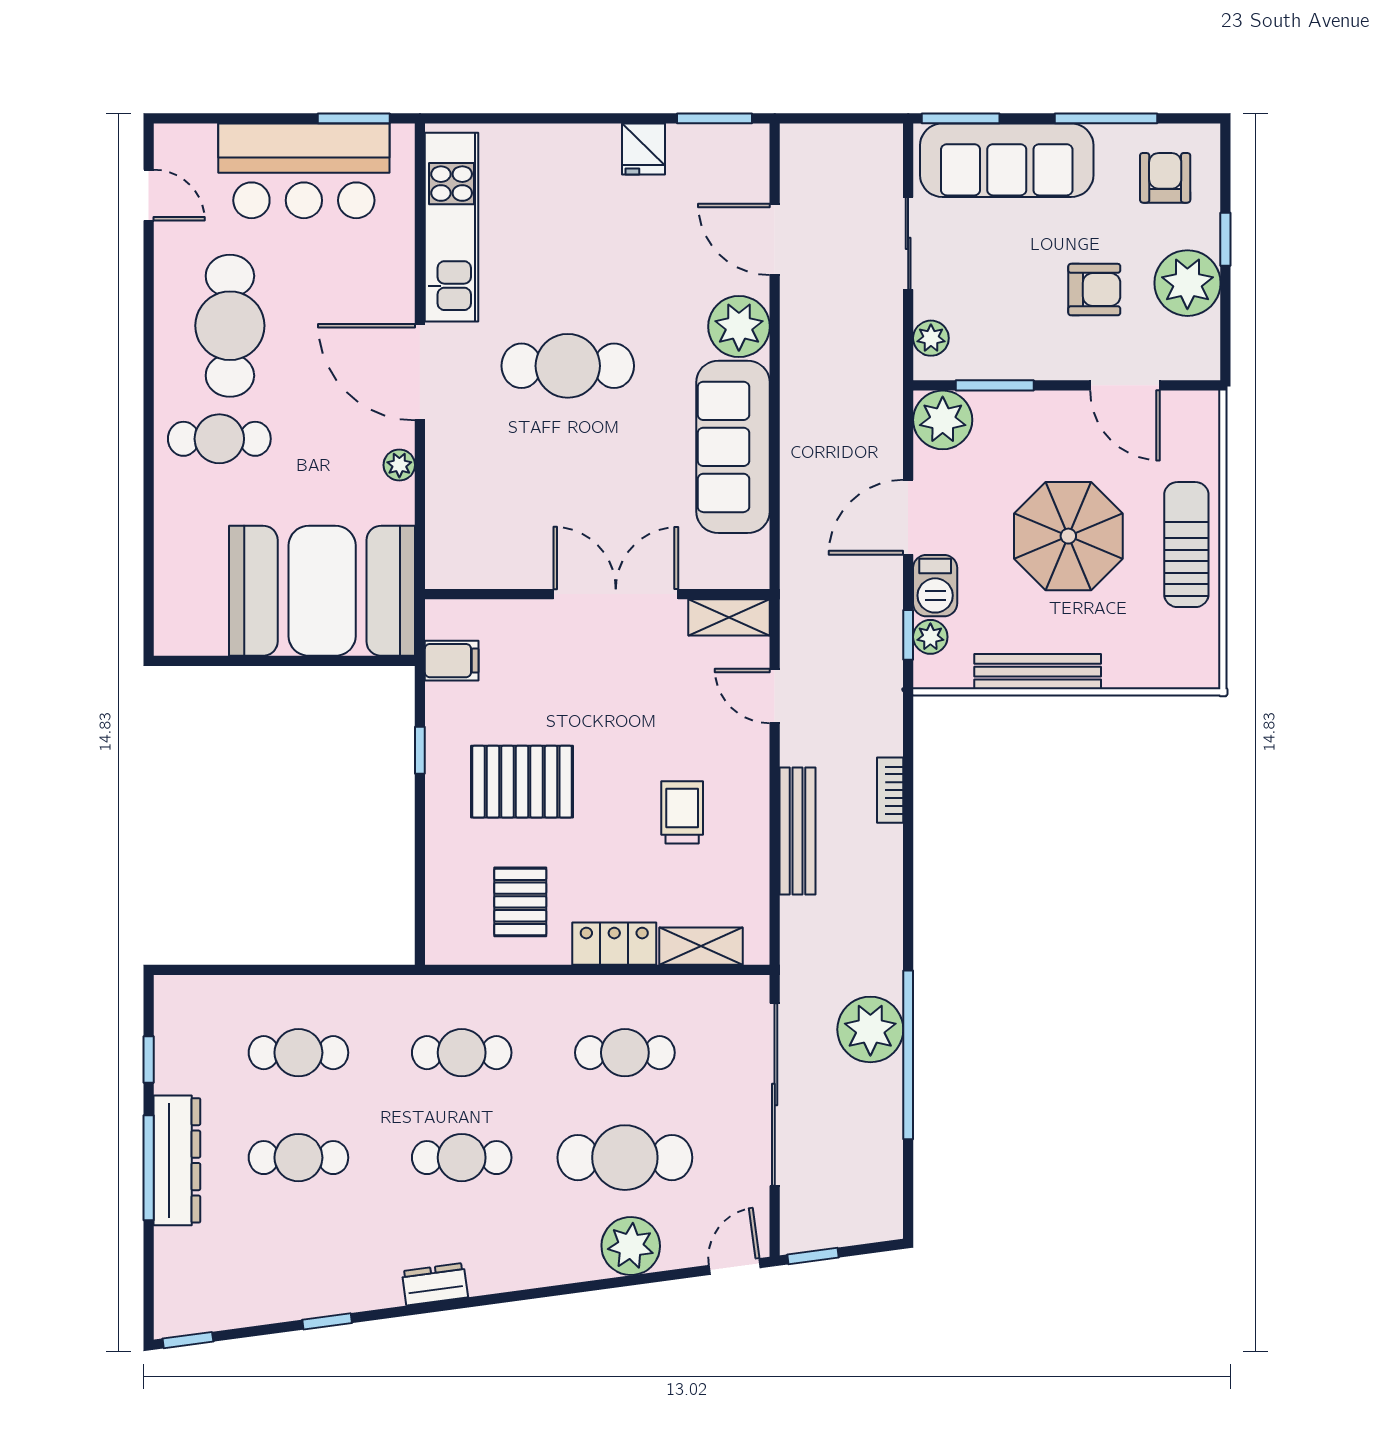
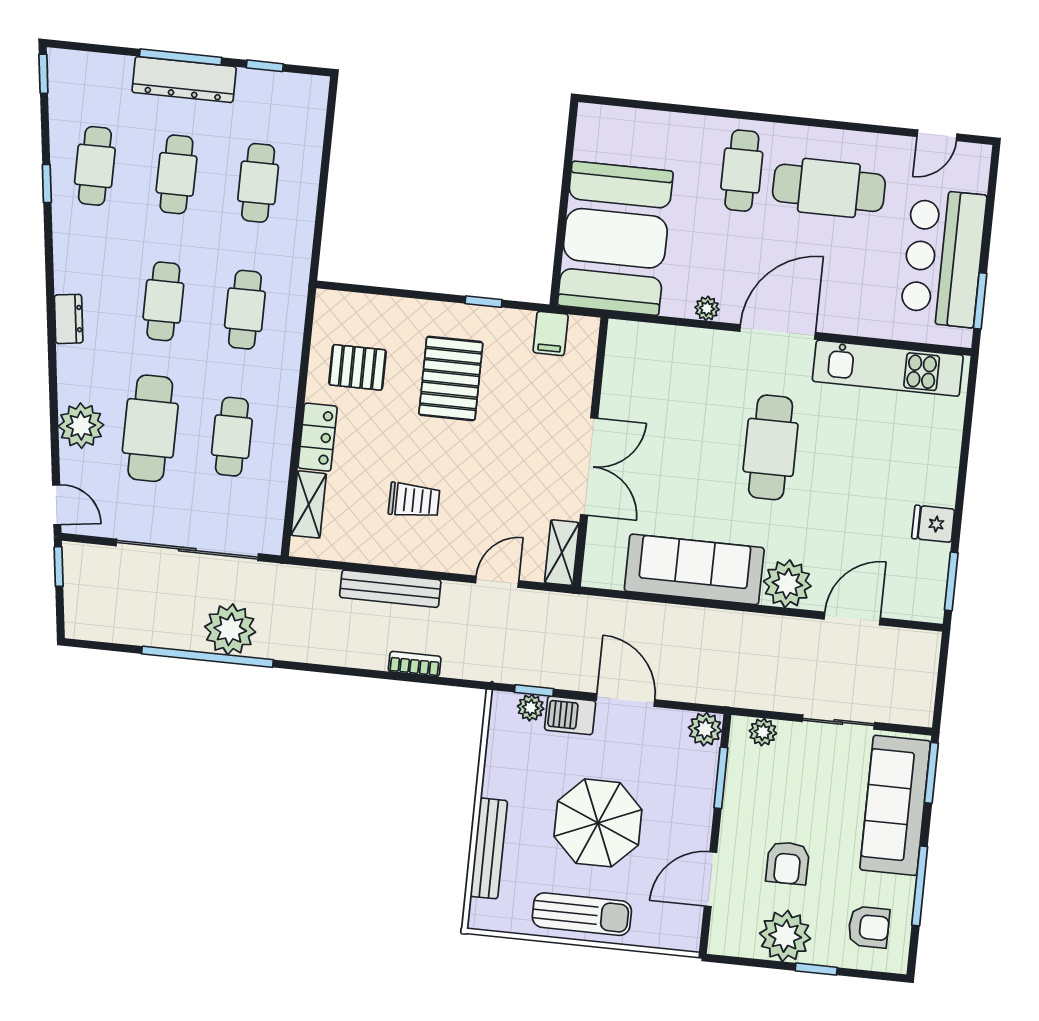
plant: (943, 420) -> (705, 729), width x0.73, depth x0.73
bench: (1038, 672) -> (489, 848), moved
cafe table: (298, 1262) -> (95, 166), added
dresser: (435, 1284) -> (69, 319), moved

